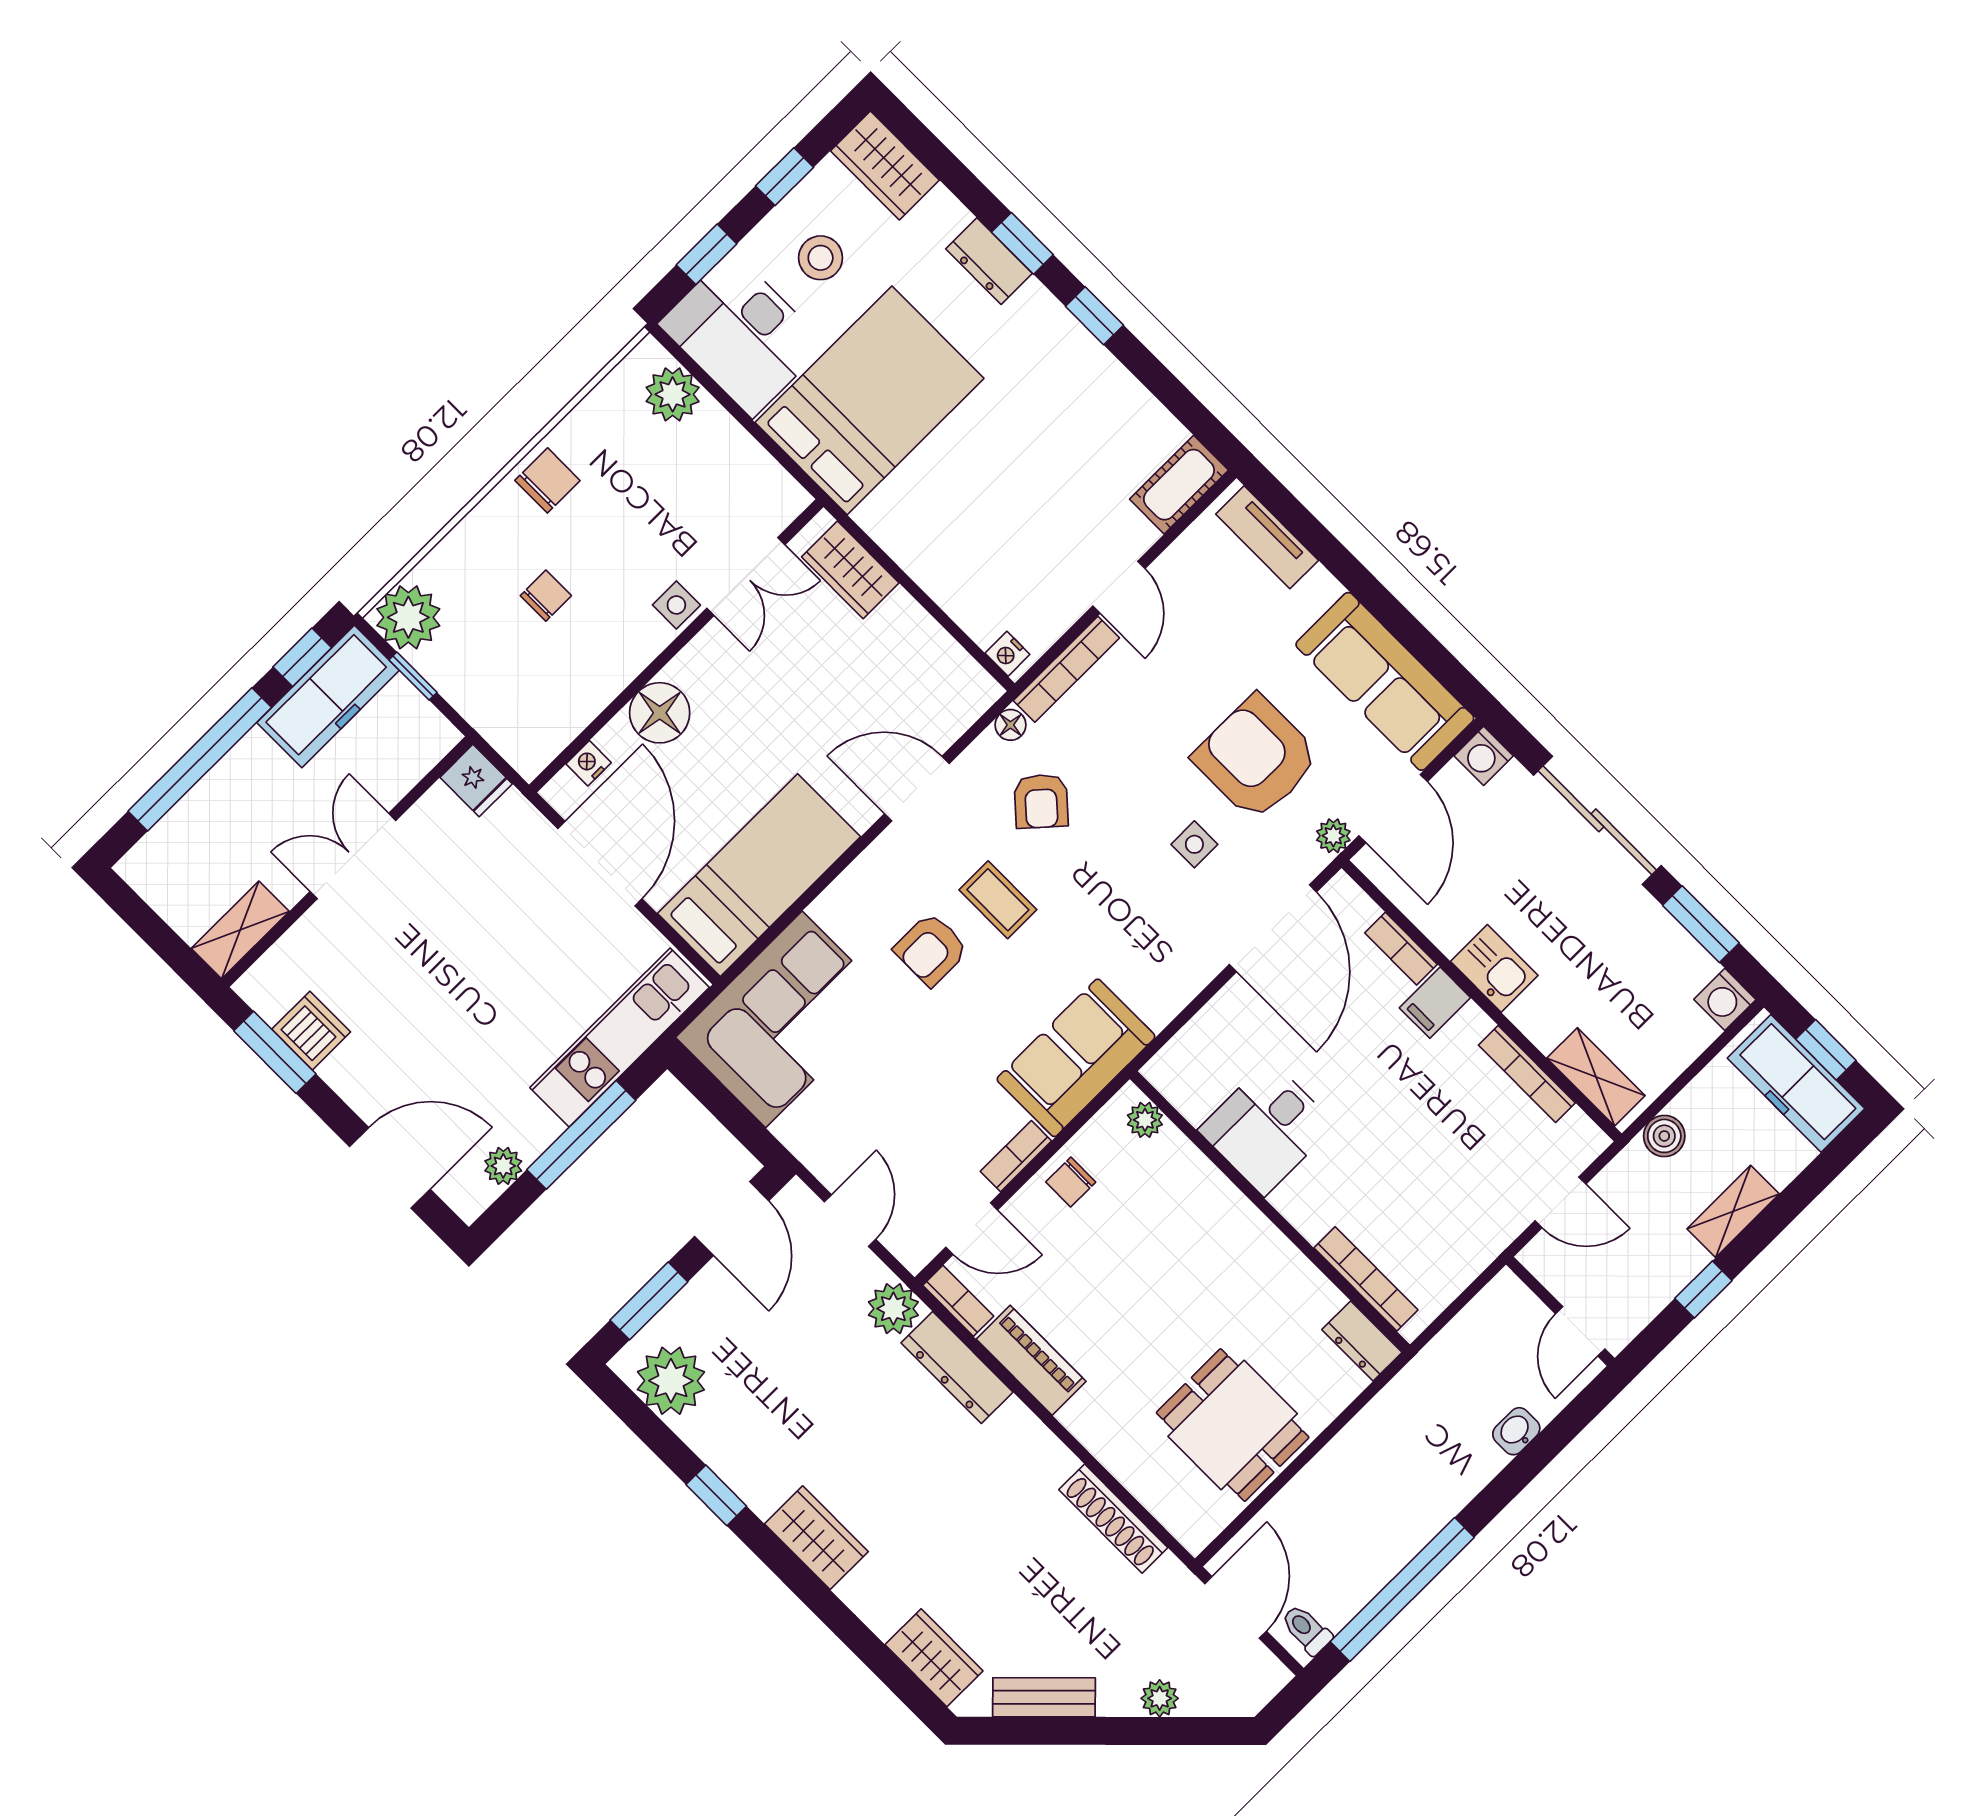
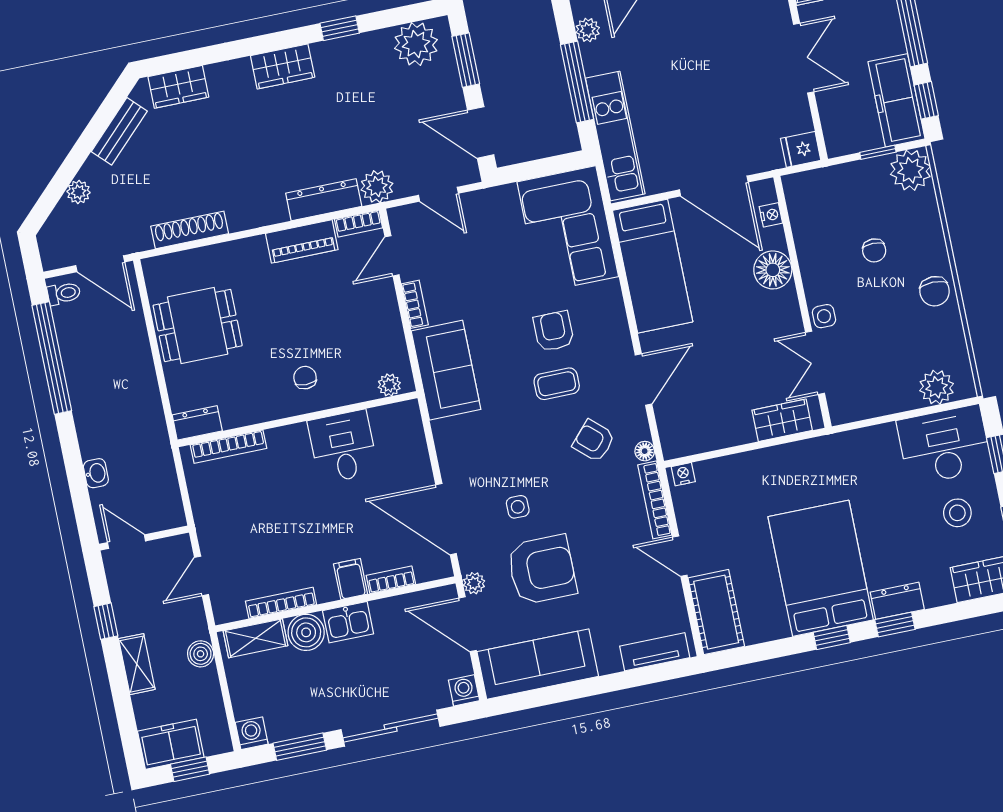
bed: (870, 400) -> (821, 568), moved, turned 180
cot: (1179, 485) -> (716, 612), width x1.37, depth x1.34
boiler: (1544, 1015) -> (306, 632), added
freezer: (1796, 1083) -> (171, 744), width x0.71
chair: (1071, 1182) -> (305, 378), moved

